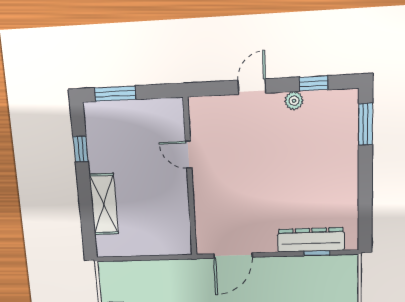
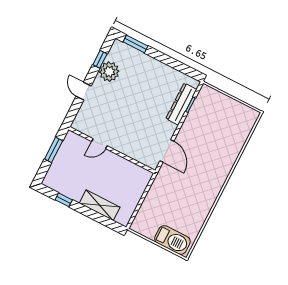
window: (115, 94) -> (54, 150), moved
plant: (294, 101) -> (109, 72), width x1.87, depth x1.87

